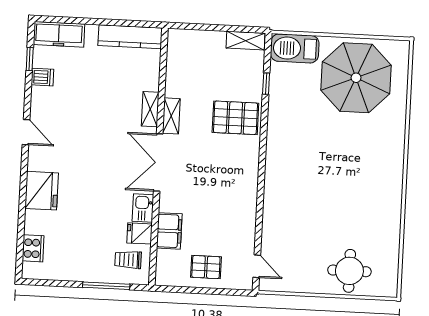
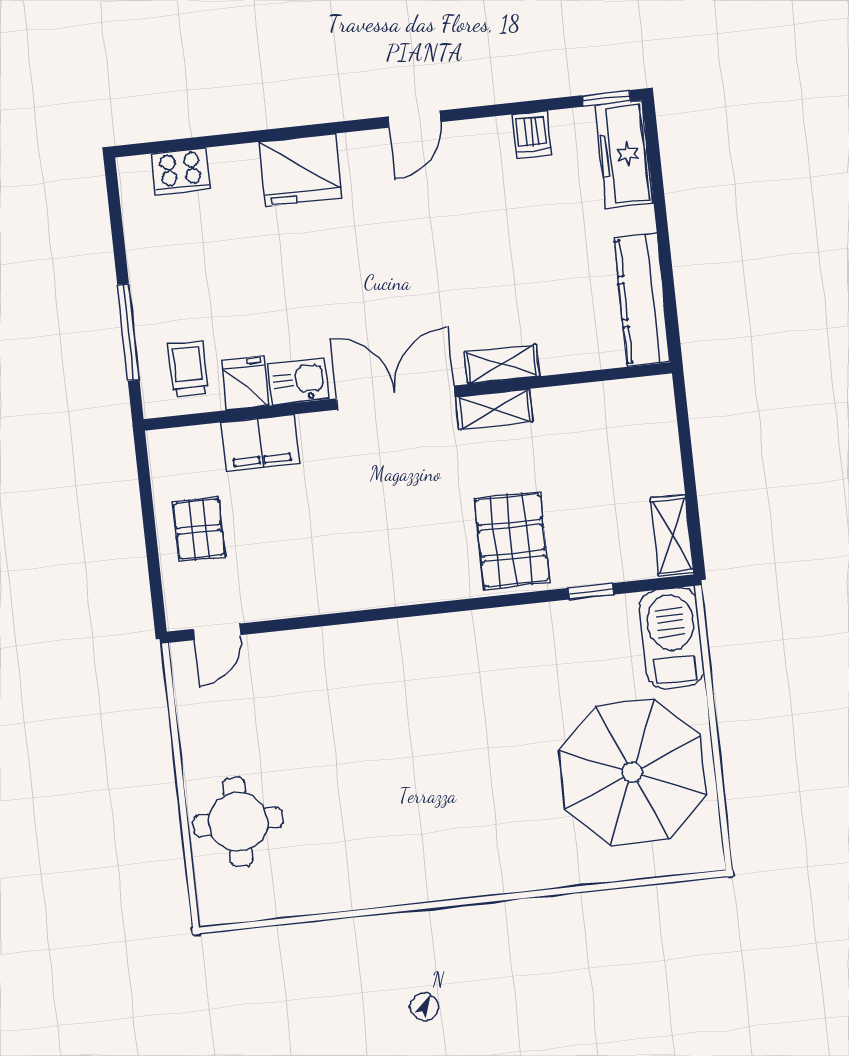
window: (30, 59) -> (606, 98), moved

